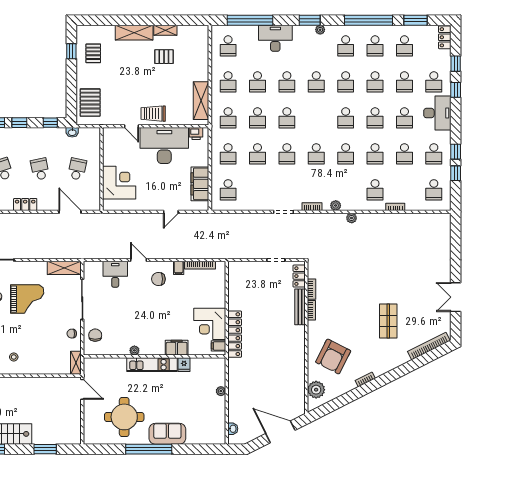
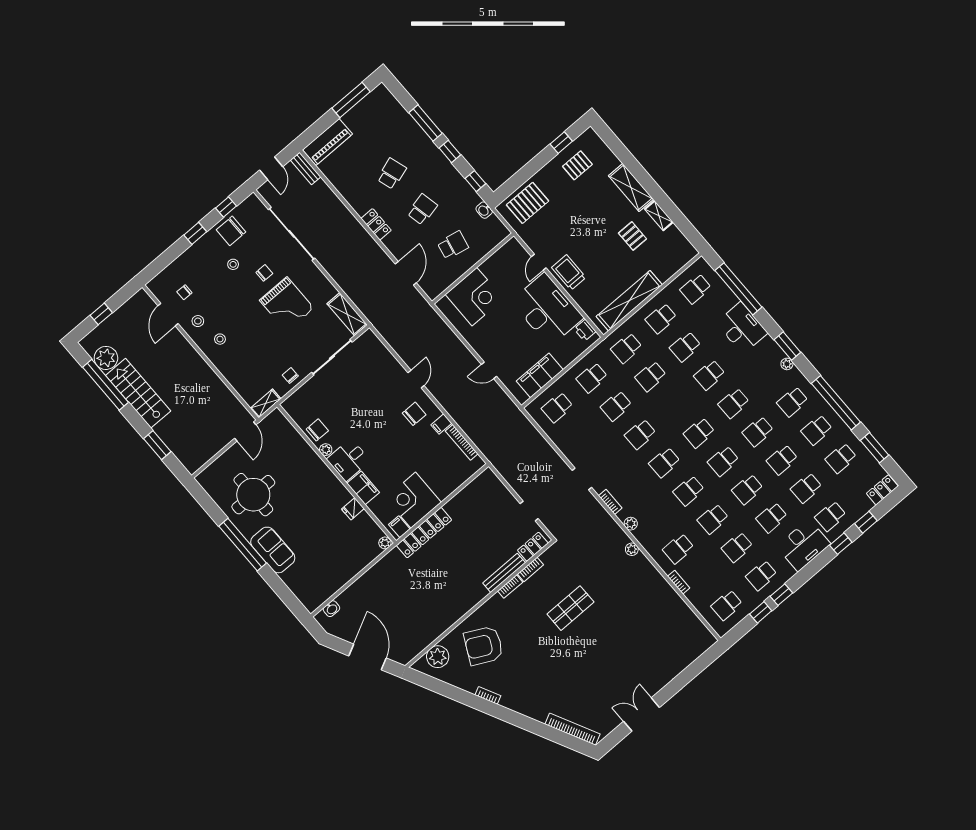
shelving: (201, 101) -> (629, 301), width x1.47
school desk: (287, 118) -> (699, 433), moved
desk: (115, 274) -> (348, 460), moved, turned 180
chair: (158, 279) -> (414, 414), turned 90
shop shelf: (388, 321) -> (570, 608), moved
chair: (95, 335) -> (317, 430), moved
kitchen unit: (152, 365) -> (327, 478), removed
plant: (221, 391) -> (385, 543), moved

